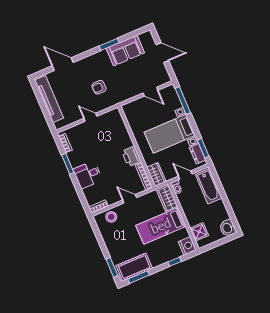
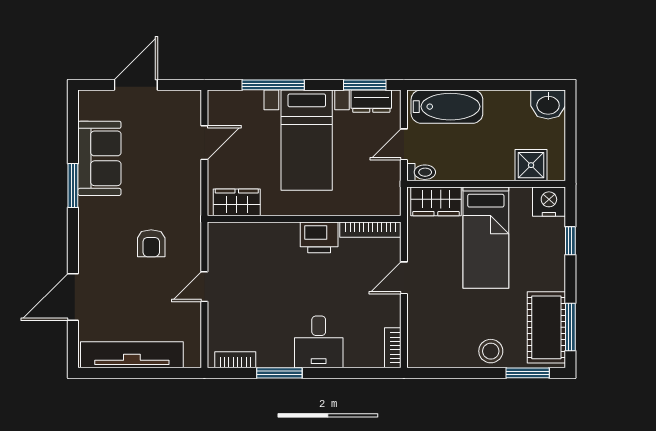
window: (183, 100) -> (273, 85), moved
wardrobe: (156, 174) -> (237, 202), moved
stool: (111, 217) -> (491, 351), moved

